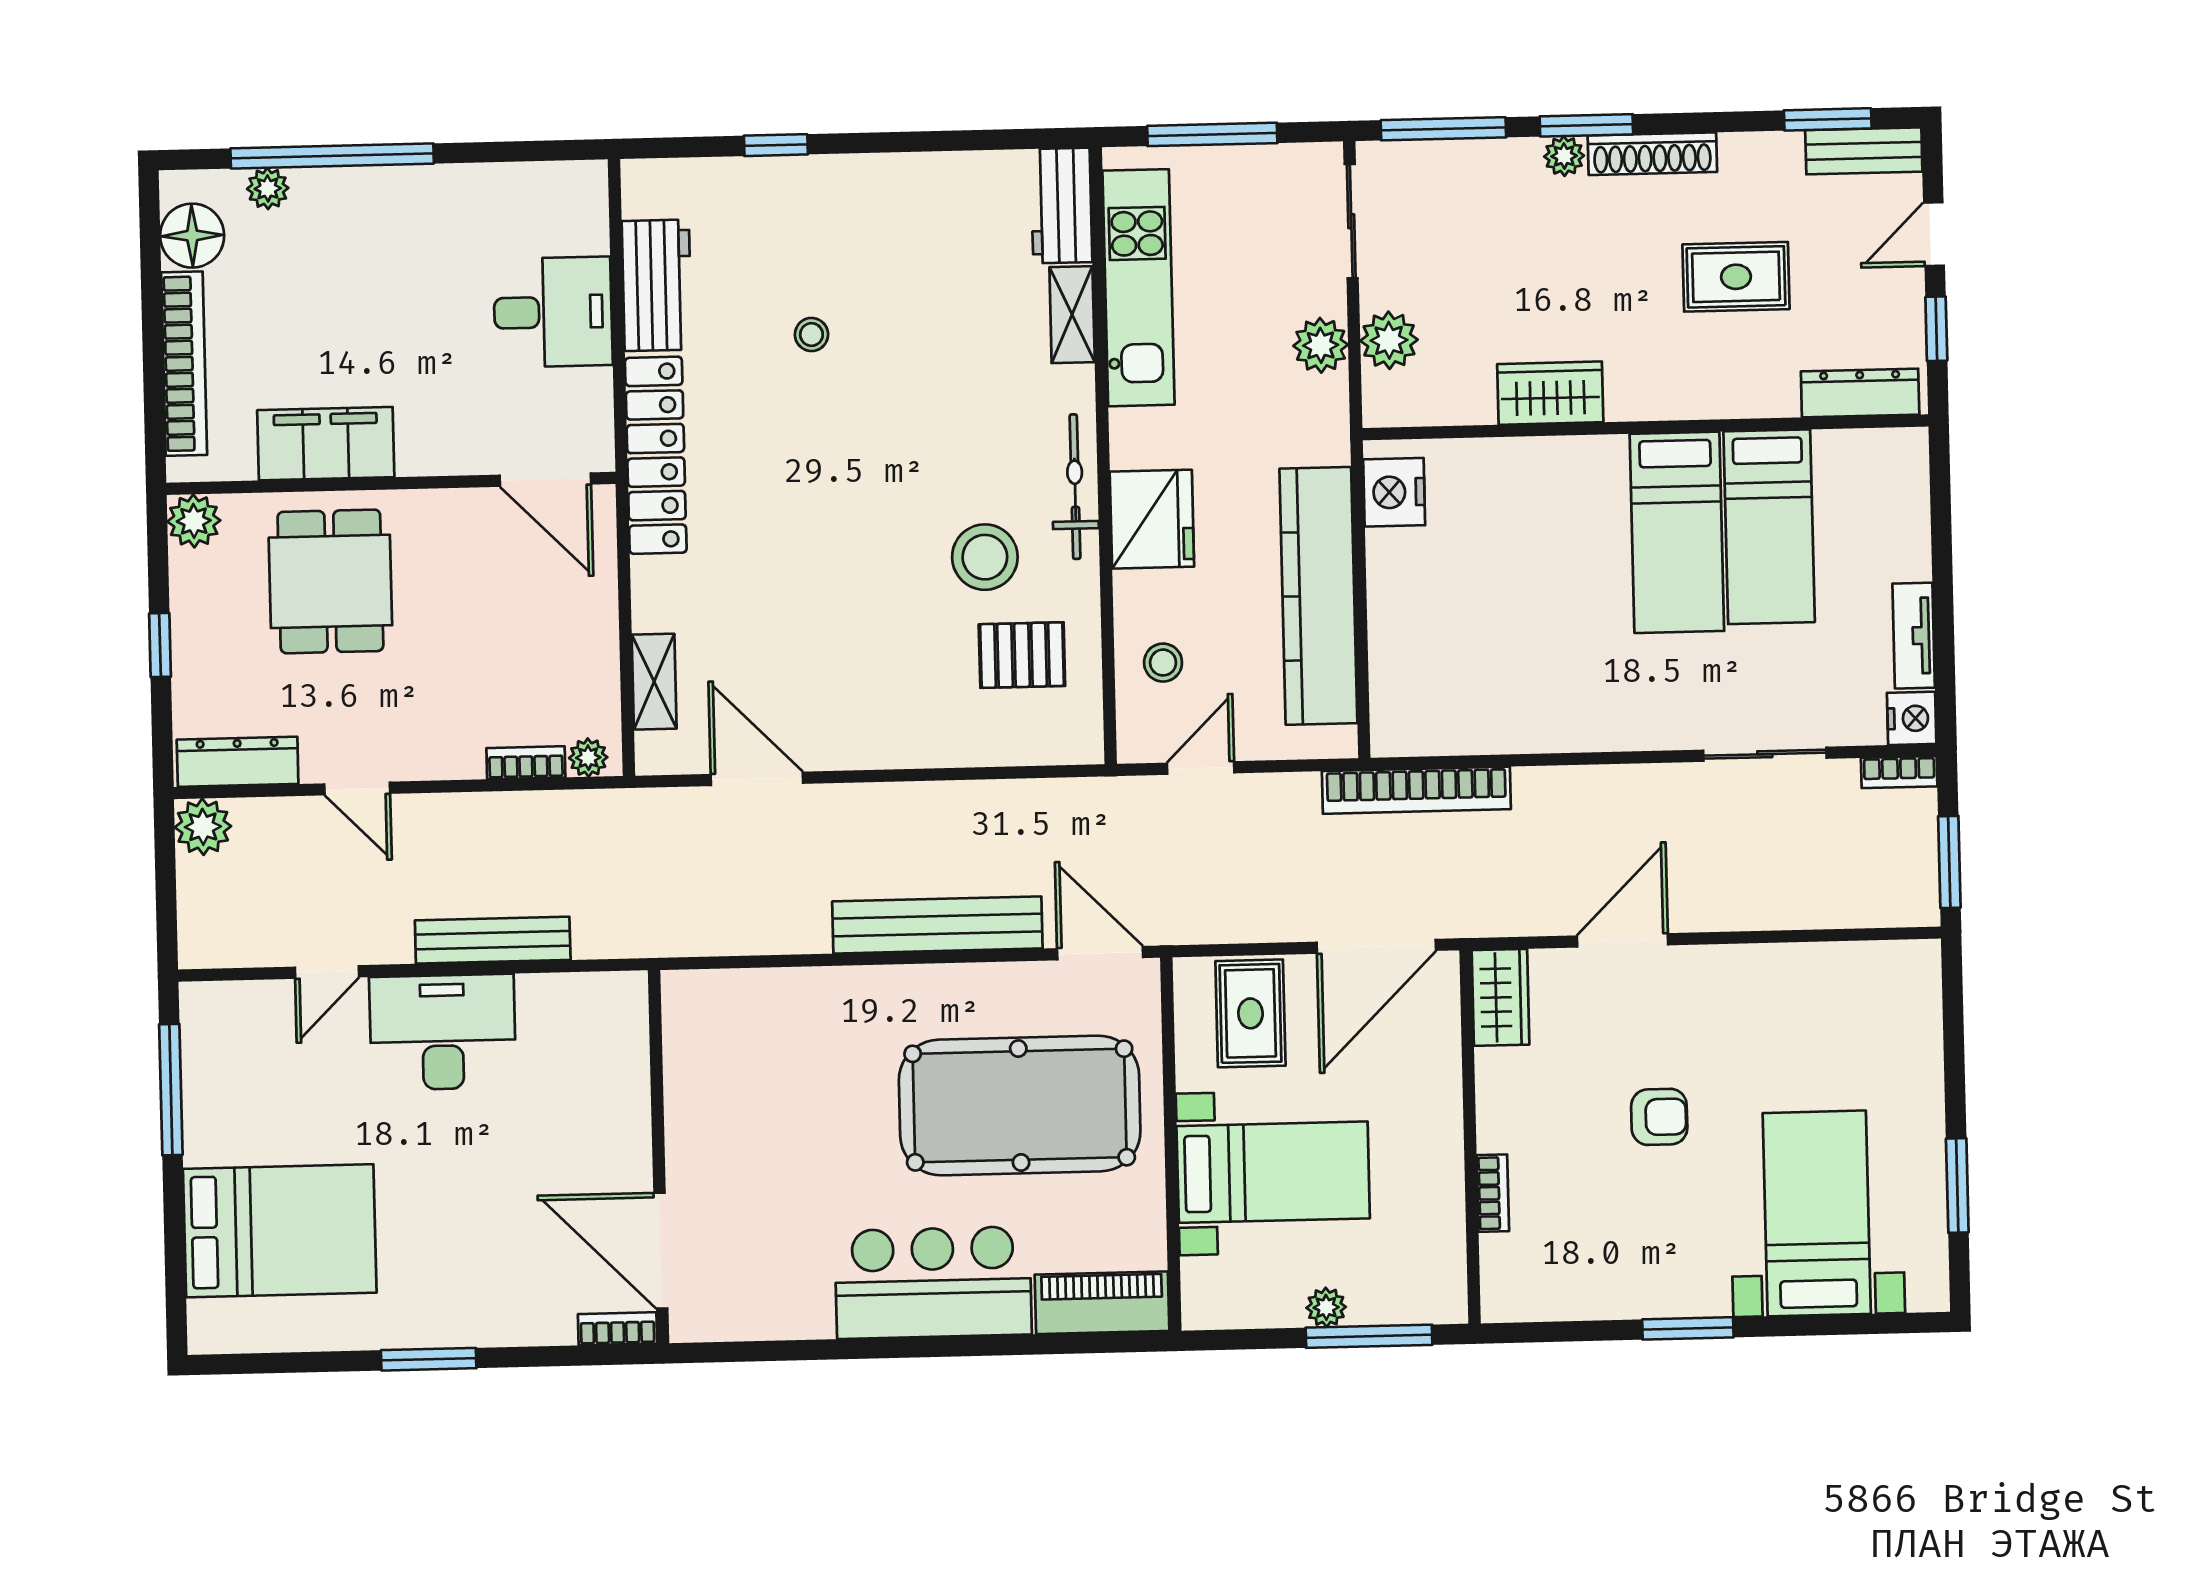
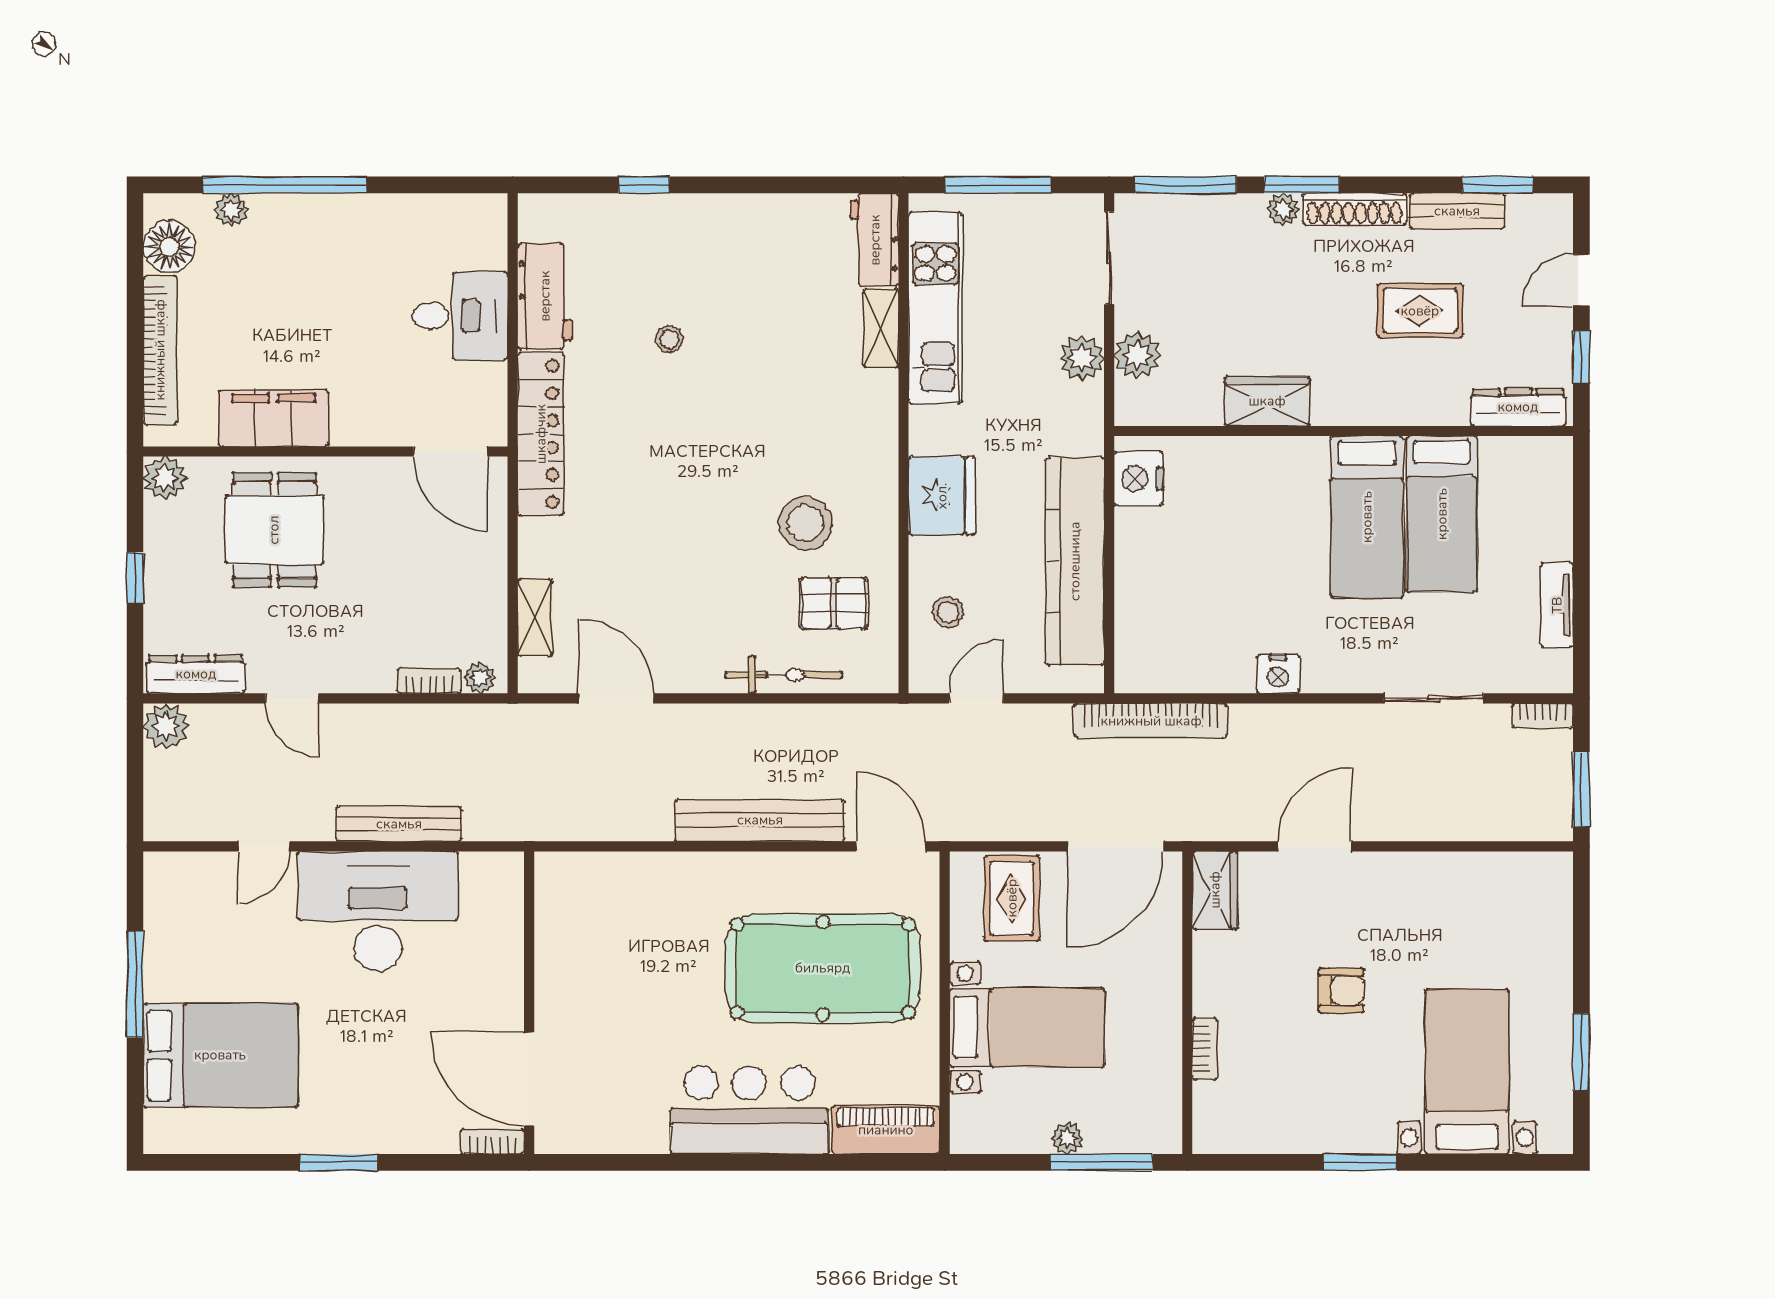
bench: (1864, 151) -> (1457, 211), moved
bicycle: (1075, 487) -> (783, 675), moved, turned 90
nightstand: (1912, 718) -> (1278, 674), moved, turned 90
desk: (443, 1032) -> (378, 911), width x1.36, depth x1.30
window: (171, 1090) -> (135, 984), moved

